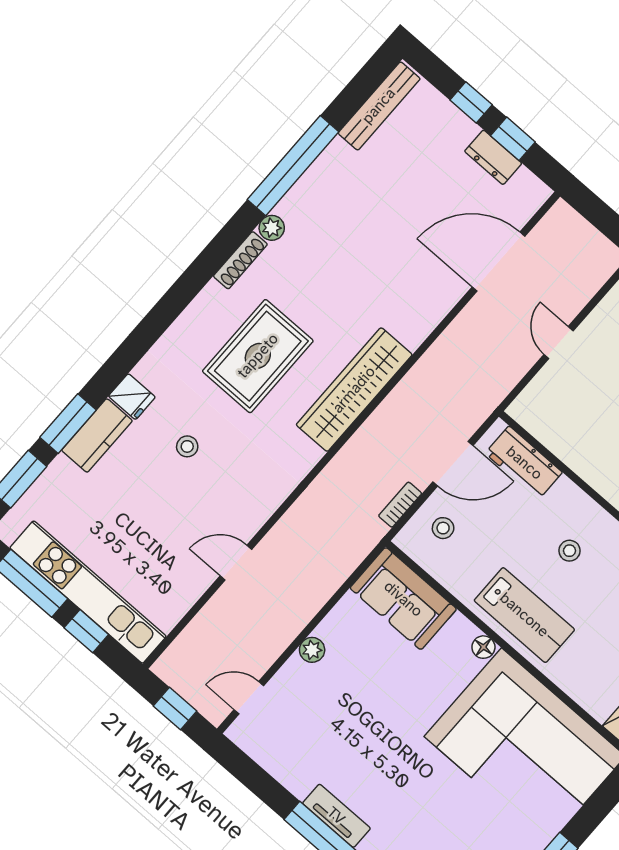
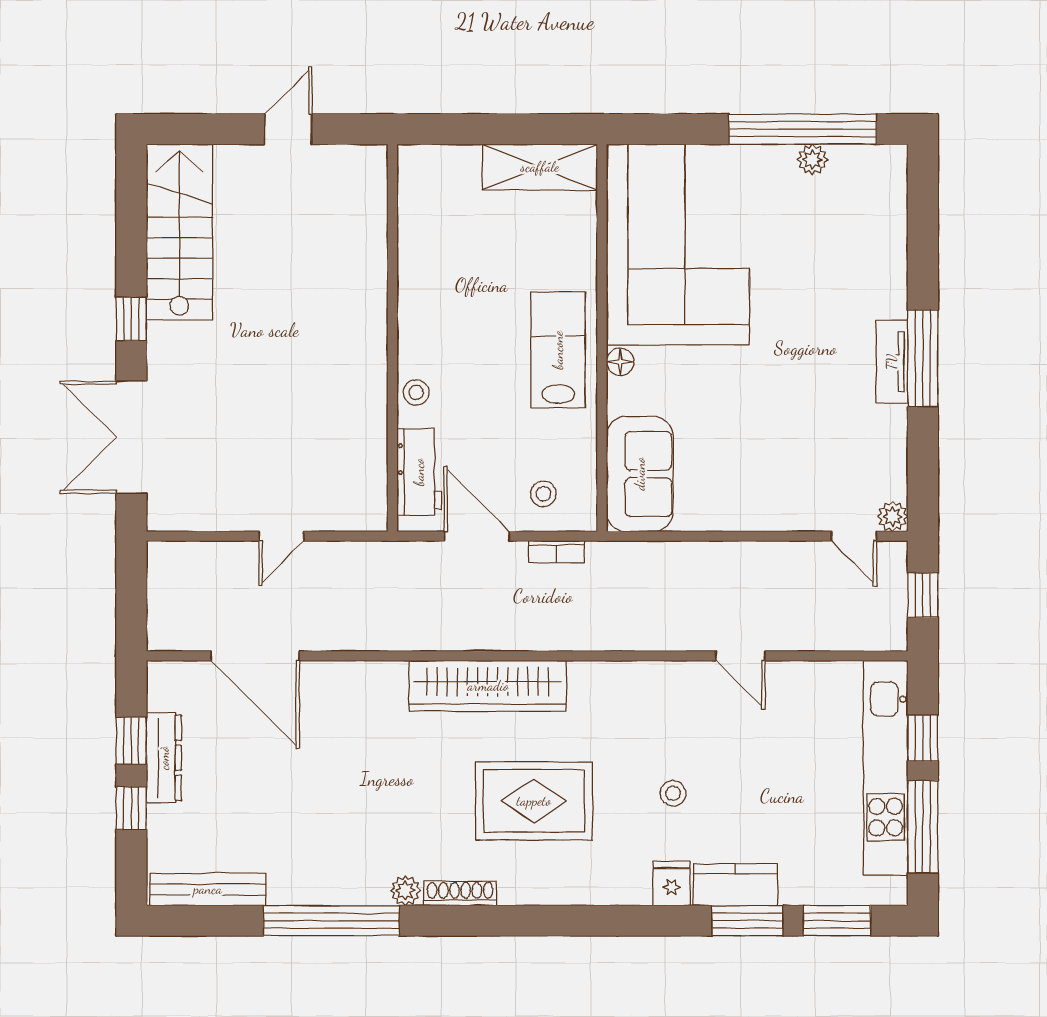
dresser: (493, 157) -> (164, 758), width x1.44
stool: (569, 551) -> (416, 392), moved
plant: (312, 650) -> (893, 516), moved

